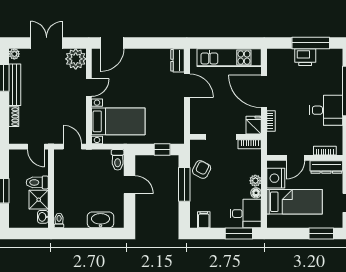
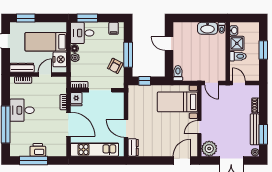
door: (129, 185) -> (169, 44), moved
washbasin: (101, 220) -> (208, 28), moved

